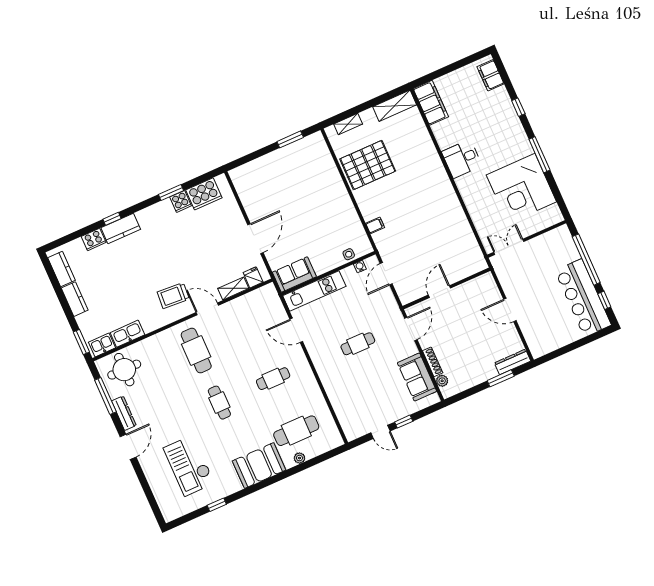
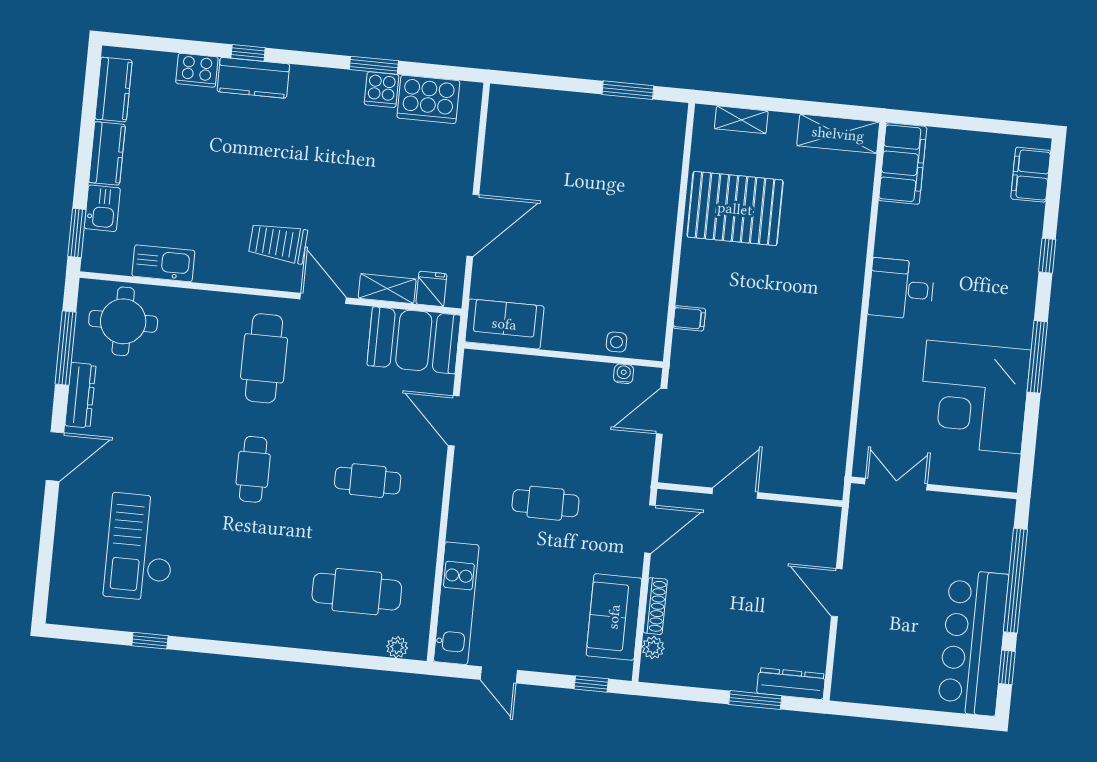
kitchen unit: (314, 291) -> (456, 603), moved, turned -90
kitchen sink: (102, 345) -> (102, 208), moved, turned 90
window: (404, 422) -> (591, 684), moved
plant: (299, 458) -> (397, 647), moved
booth: (259, 465) -> (414, 340), moved

